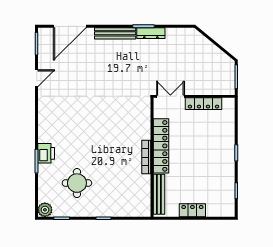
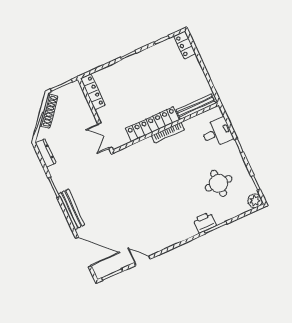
dresser: (151, 33) -> (46, 153), moved
shoe rack: (218, 54) -> (49, 111), added
locker: (203, 104) -> (93, 92), moved
desk: (125, 203) -> (217, 133), added
locker: (192, 210) -> (185, 45), moved

